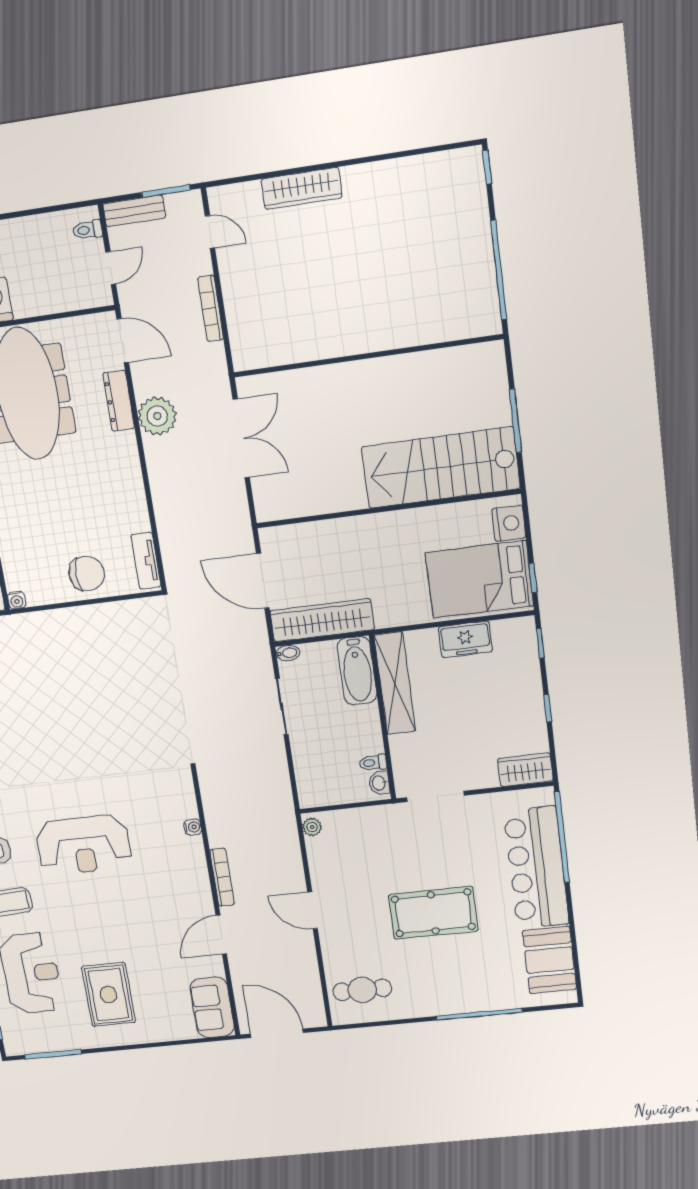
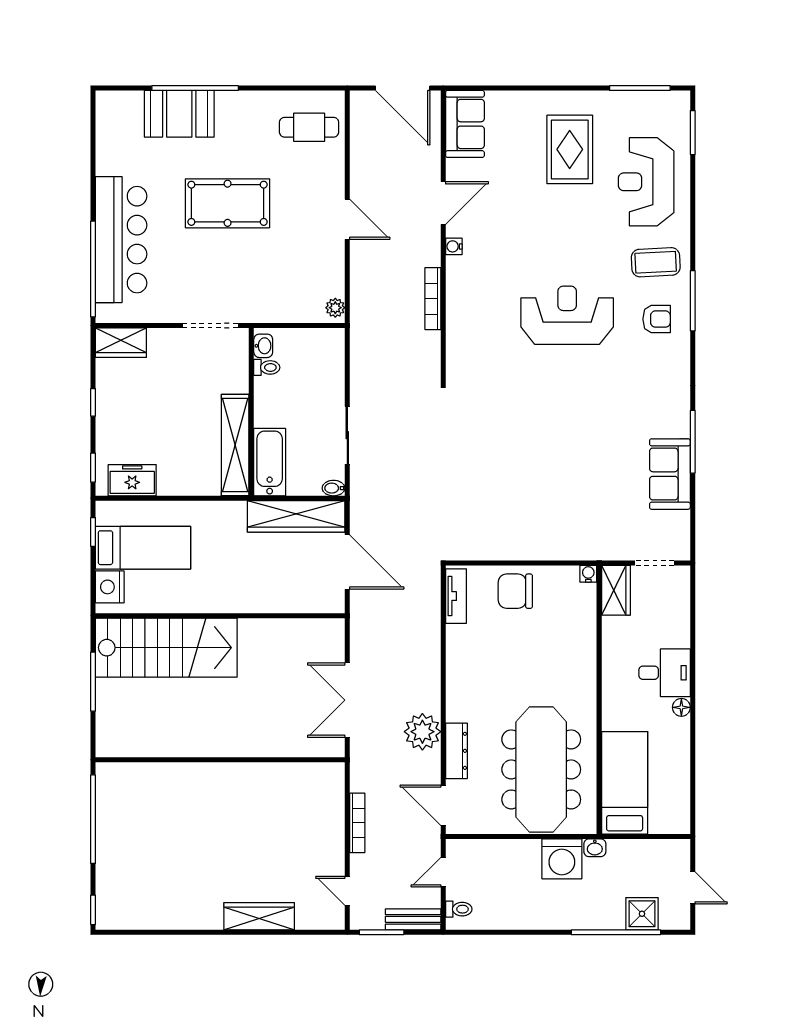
bed: (479, 579) -> (143, 548), width x0.67
freezer: (465, 639) -> (132, 480), moved
water cooler: (193, 827) -> (454, 246), moved
bookcase: (222, 877) -> (433, 299), moved
booth: (549, 960) -> (179, 114), moved, turned 90

